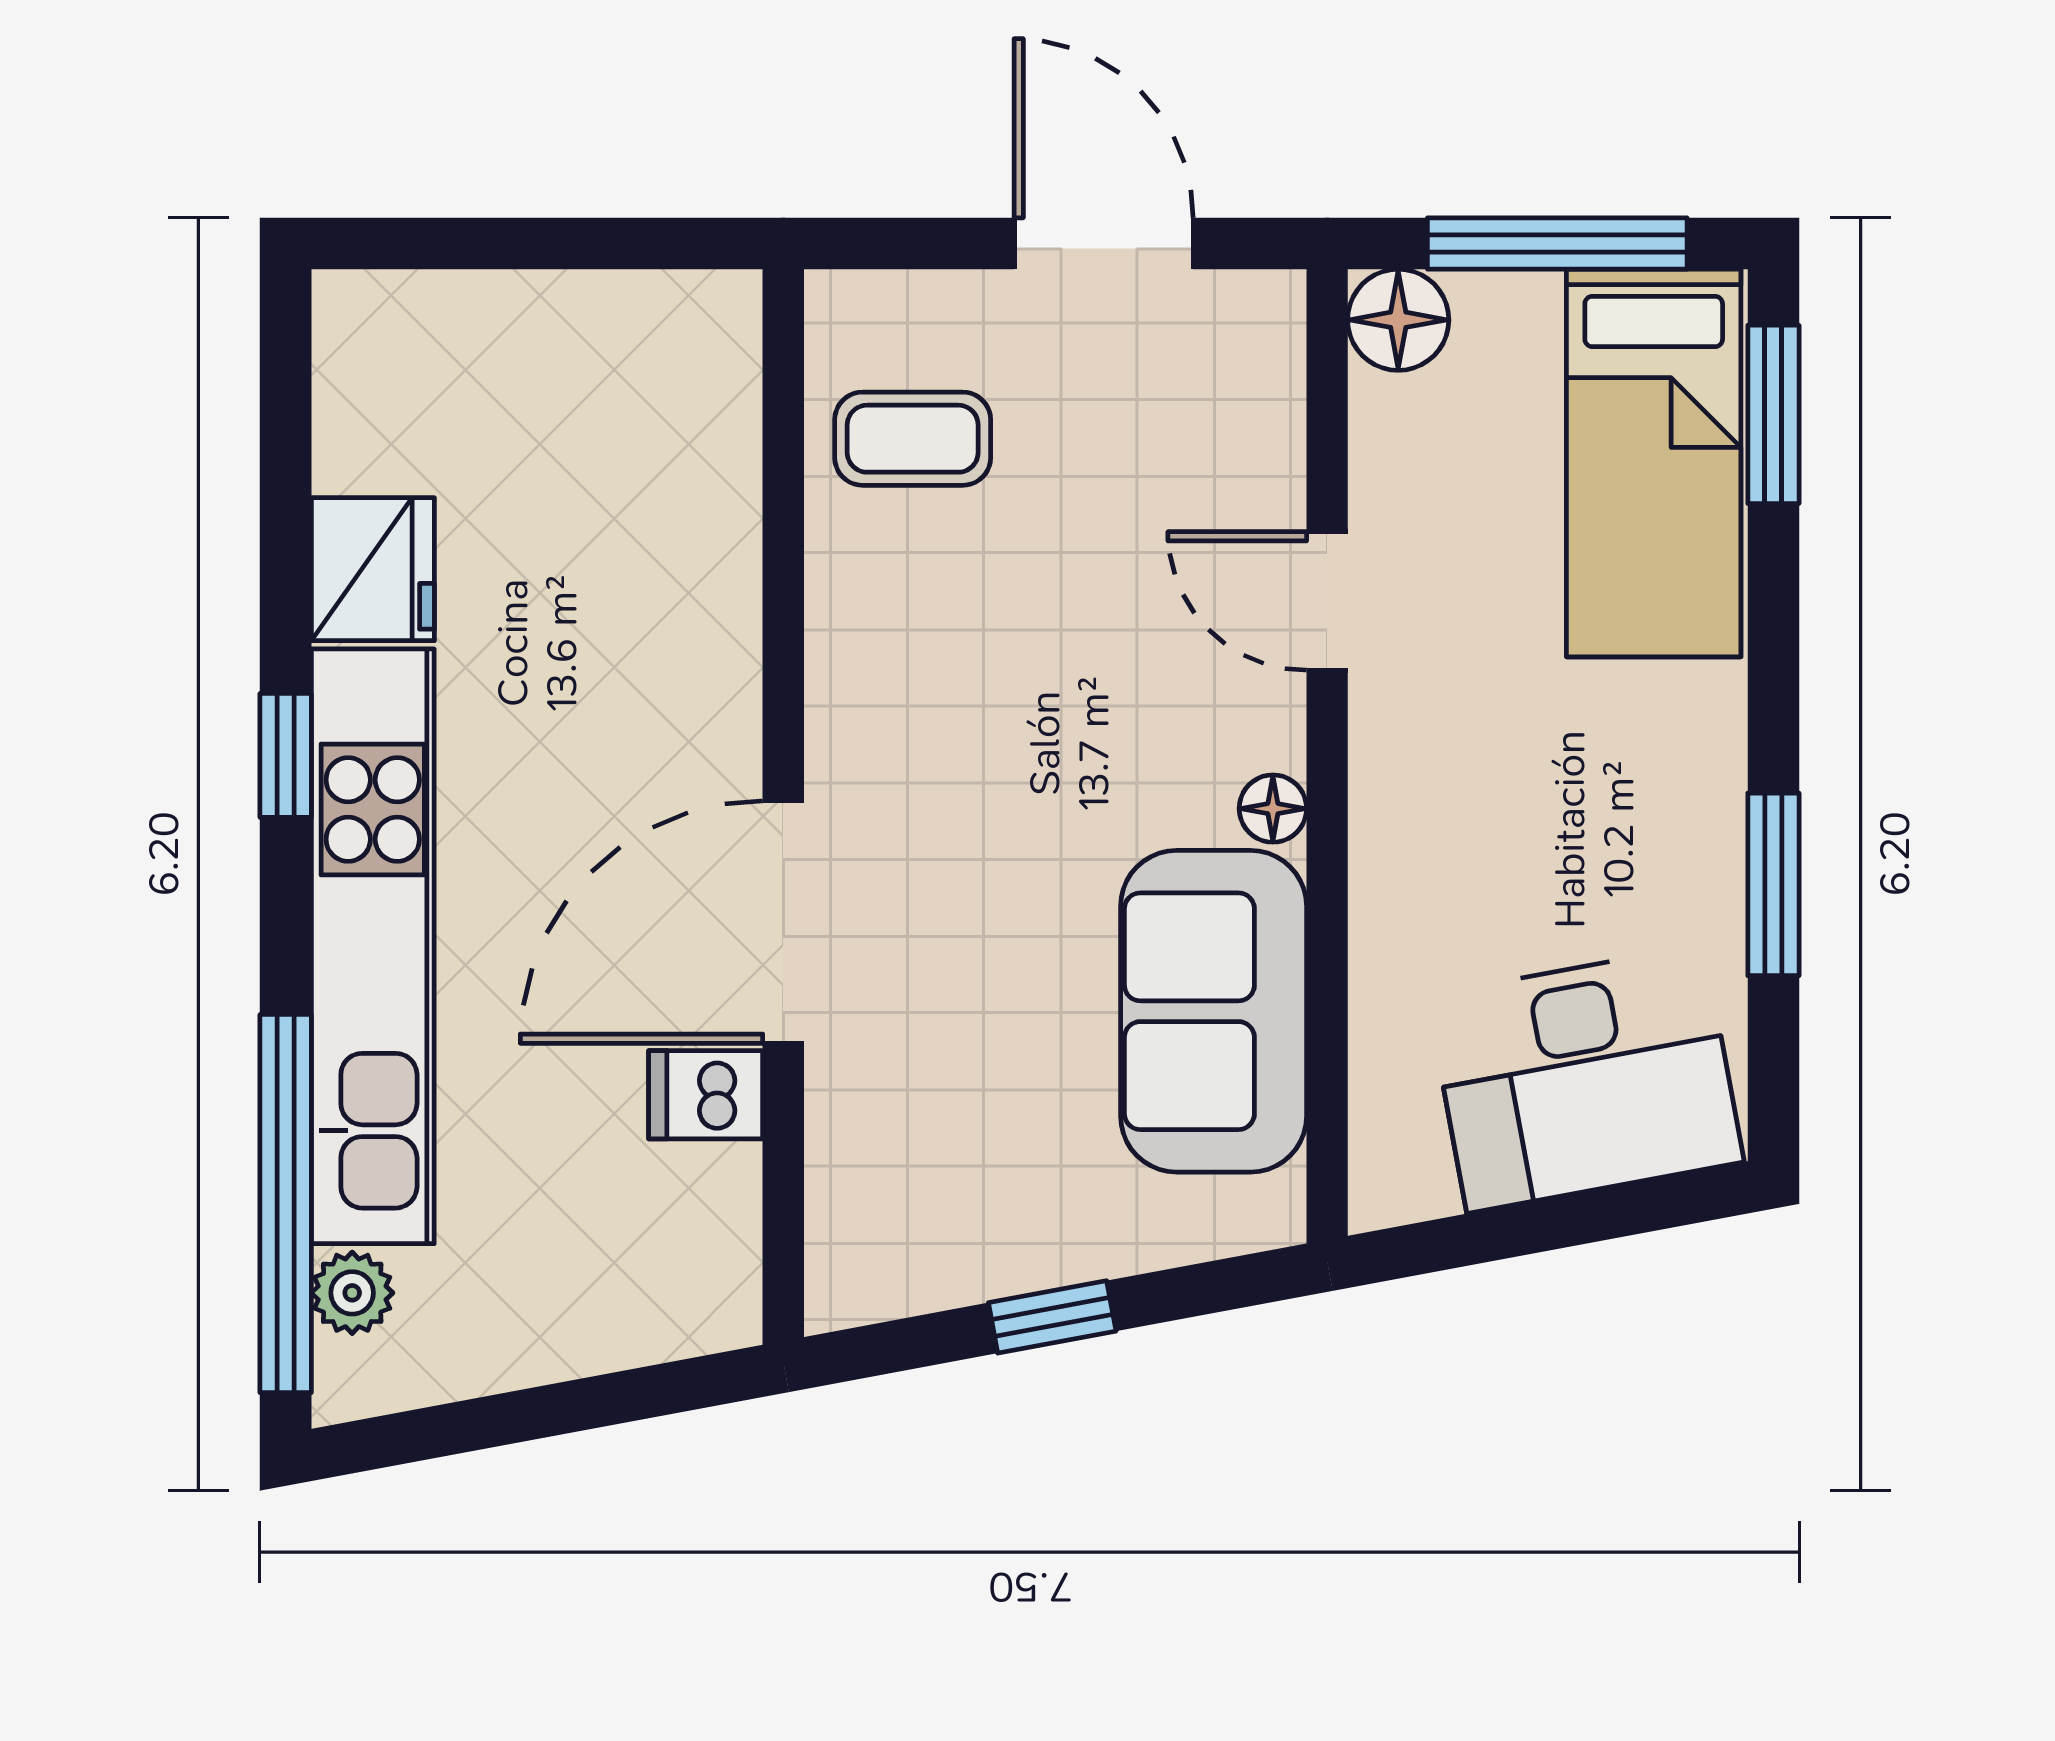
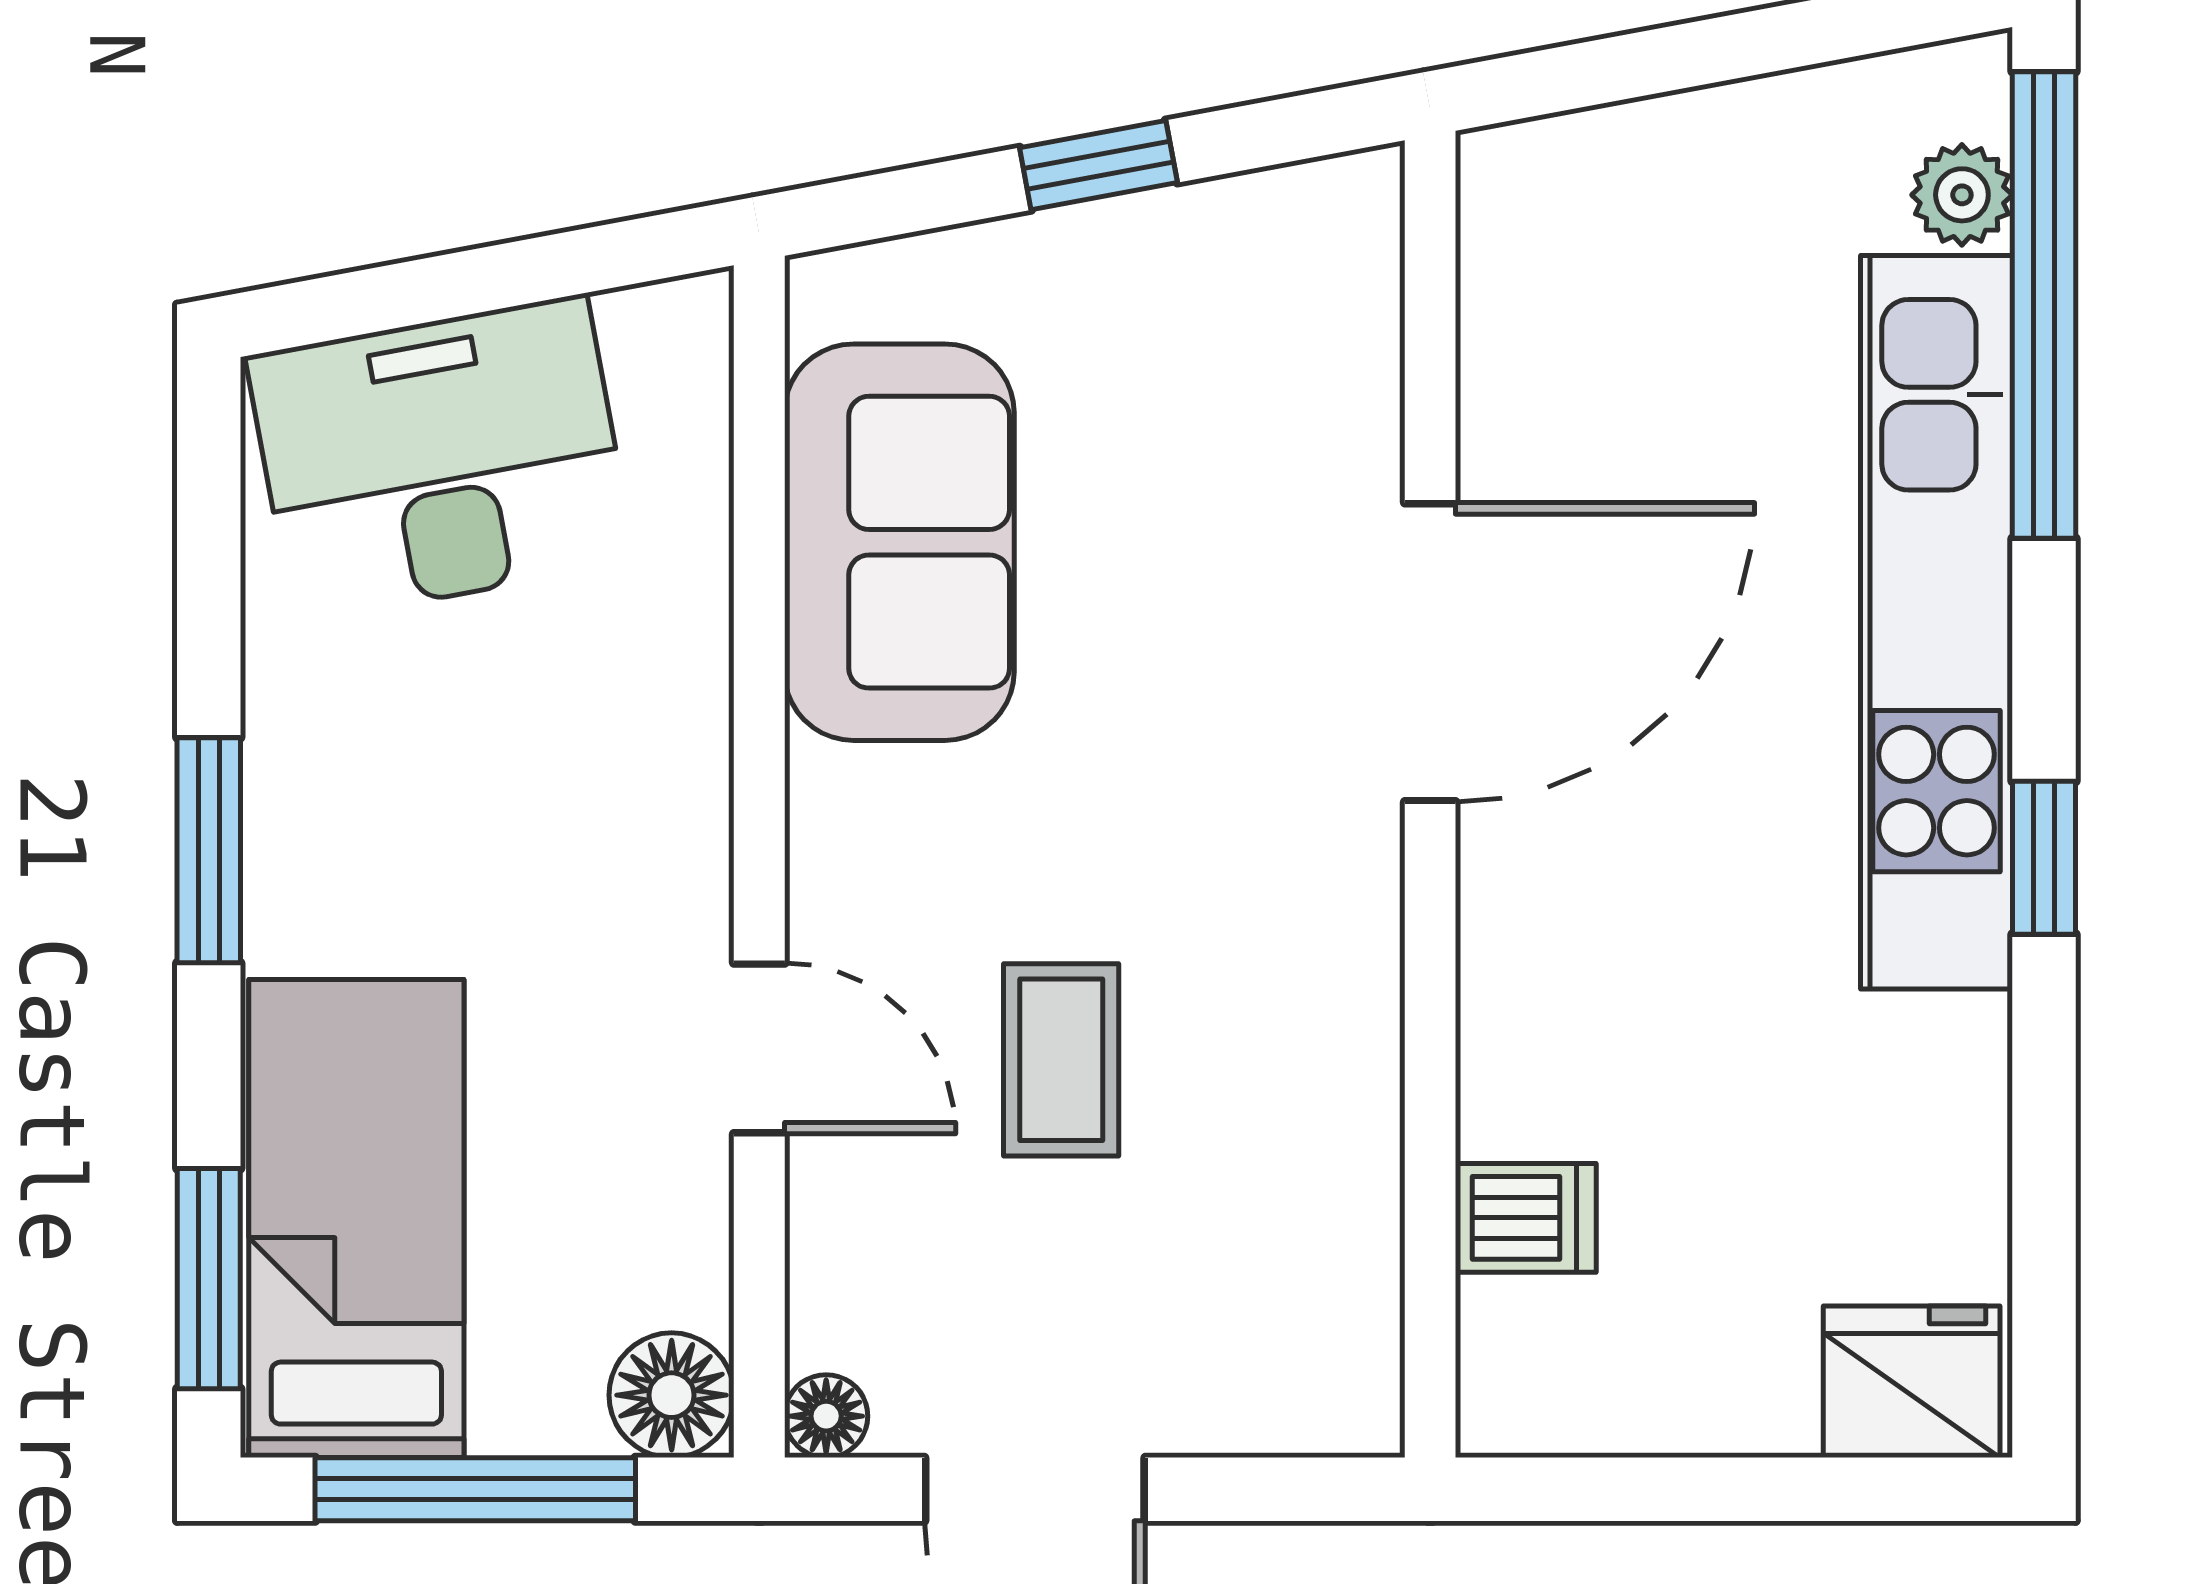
coffee table: (913, 439) -> (1061, 1060), moved, turned 90
fridge: (373, 569) -> (1912, 1382), moved, turned 90
floor lamp: (1273, 809) -> (826, 1416), moved
window: (1773, 884) -> (209, 850), moved
dishwasher: (706, 1095) -> (1526, 1218), moved

